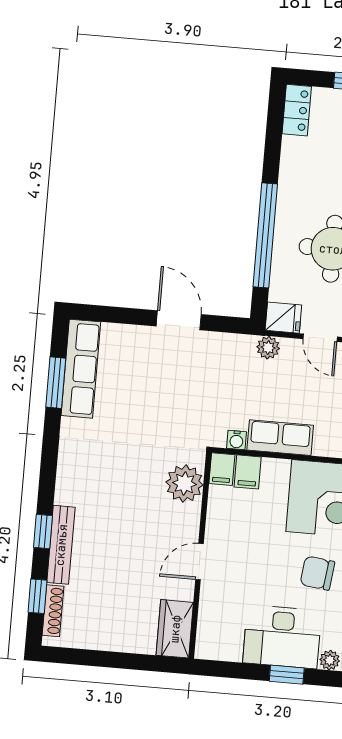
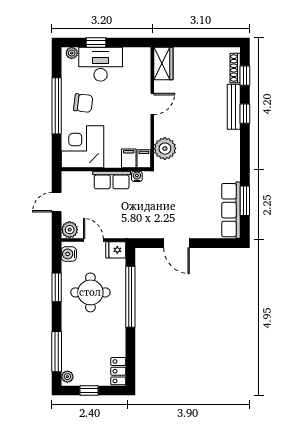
plant: (268, 348) -> (123, 232), removed

